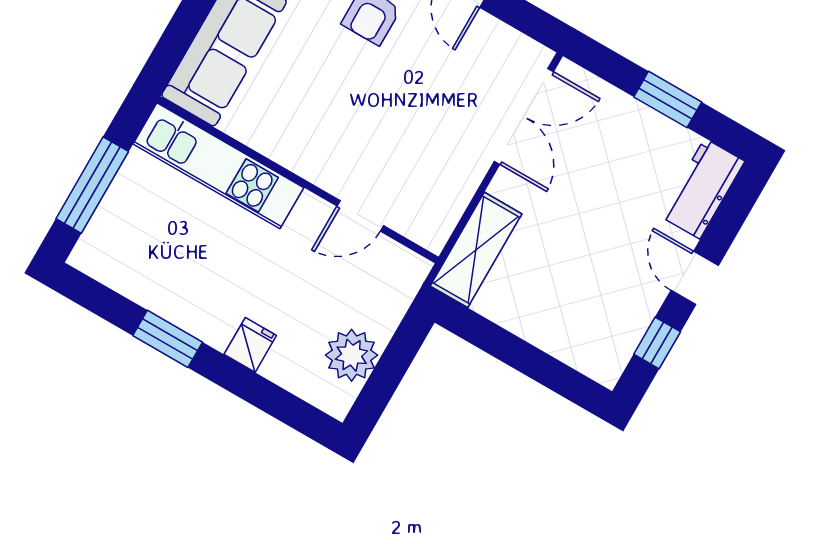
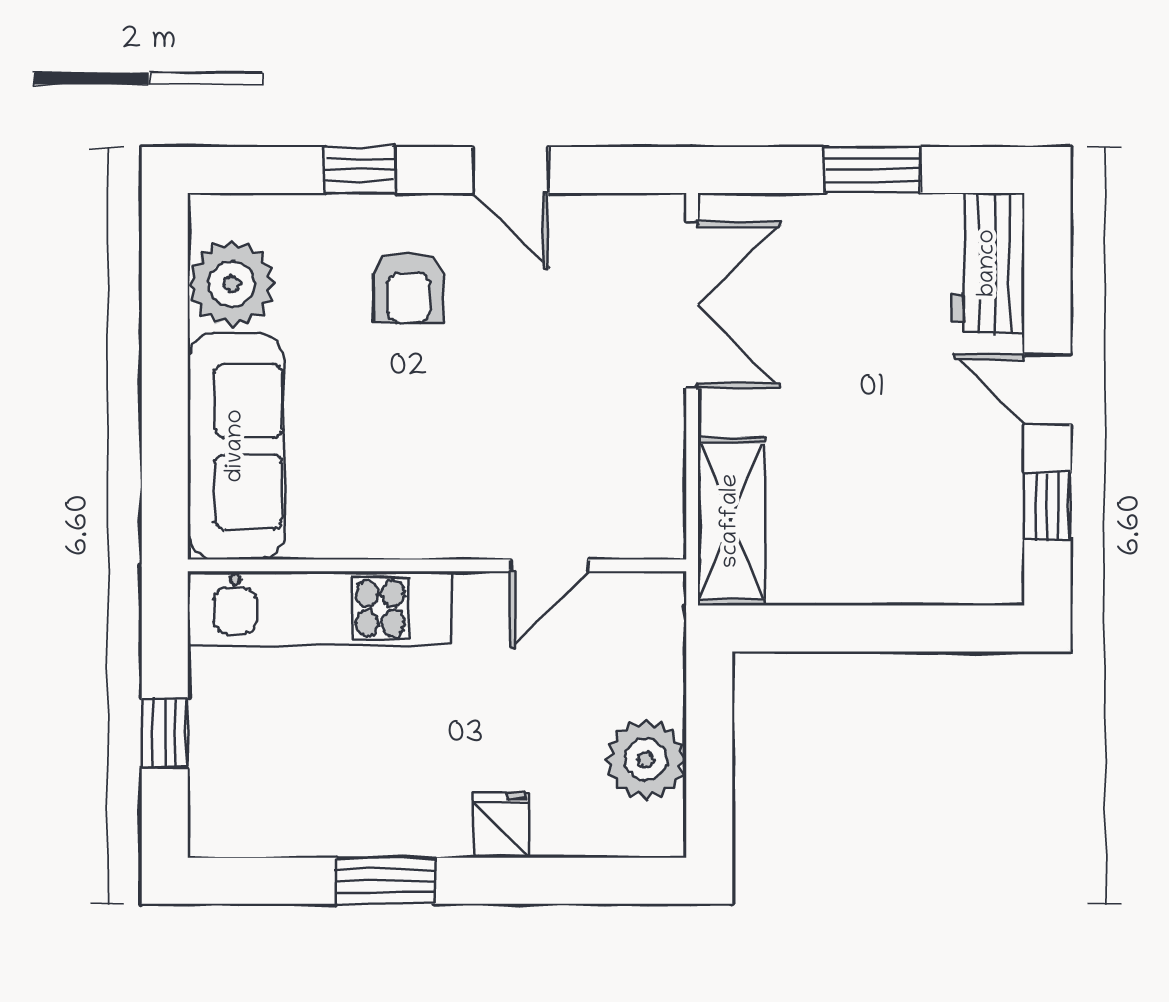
window: (92, 185) -> (165, 732), width x0.46

